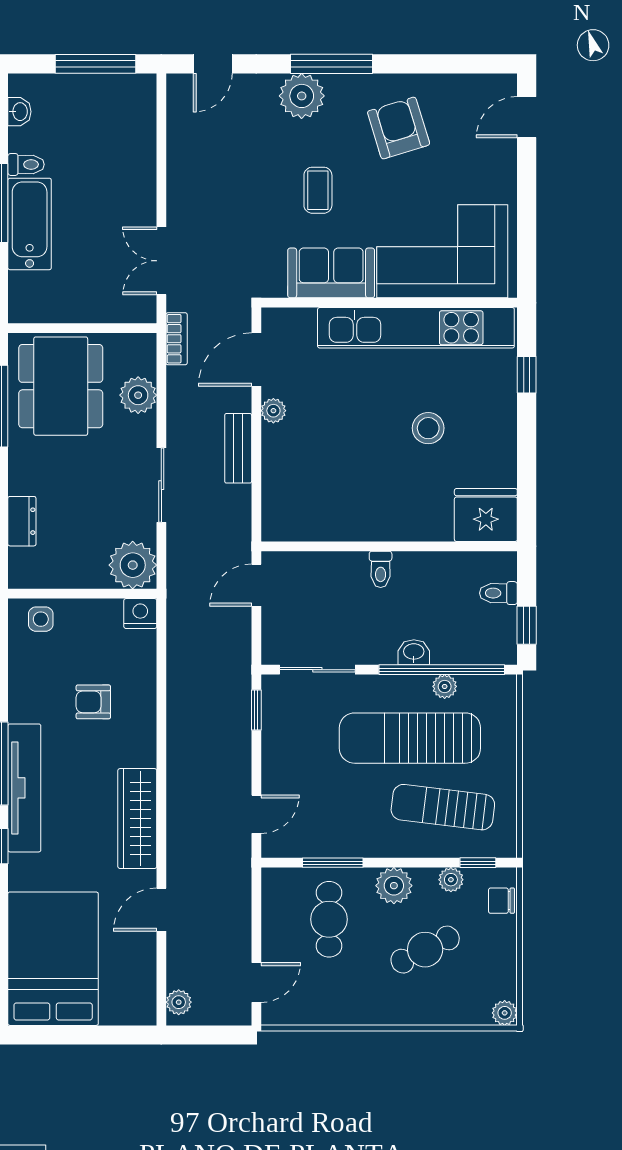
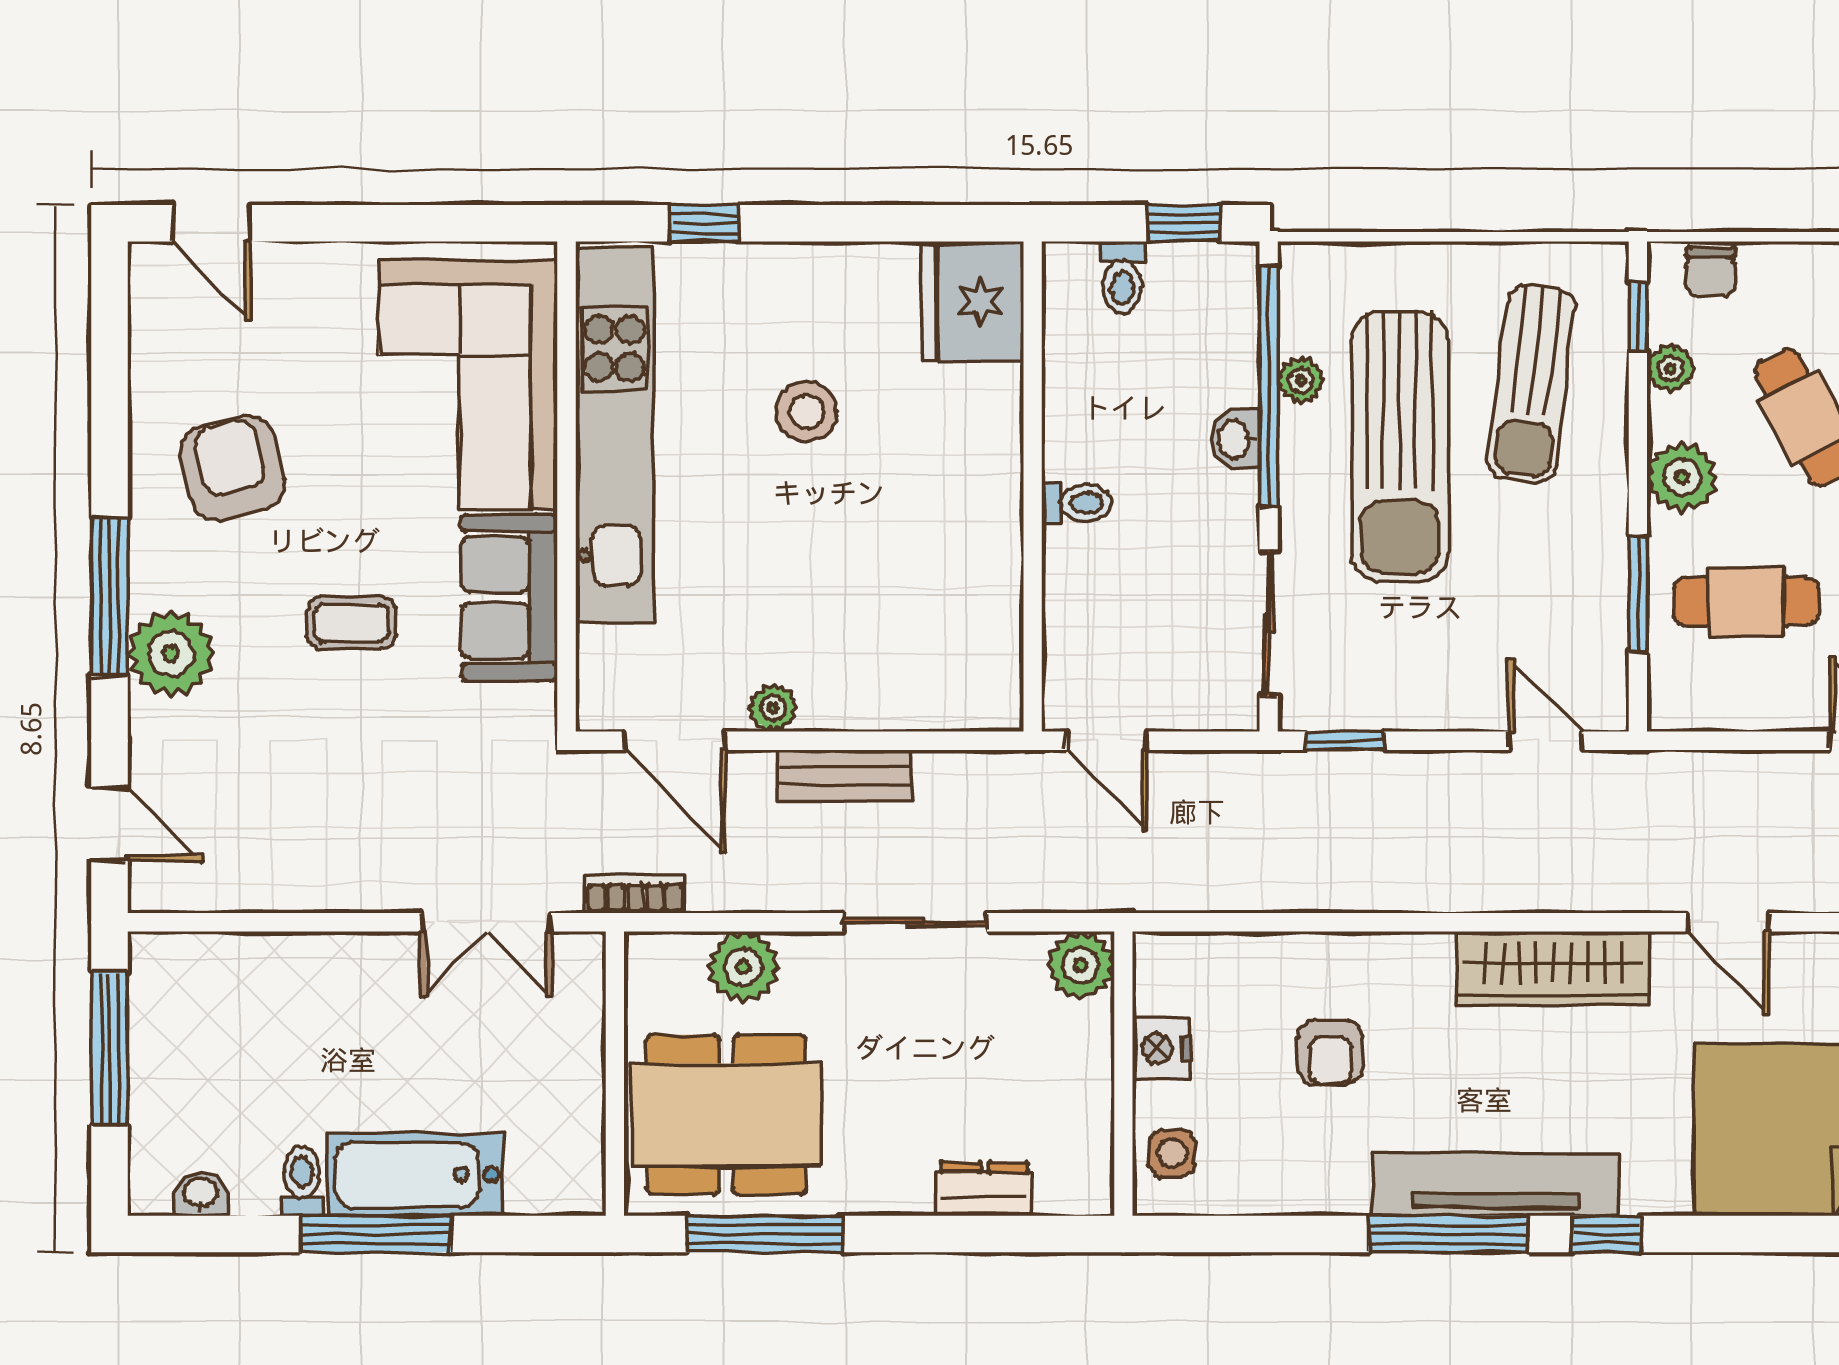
armchair: (399, 128) -> (232, 468), turned 94
plant: (133, 565) -> (1081, 965), width x0.73, depth x0.73
nightstand: (140, 614) -> (1161, 1048), moved

